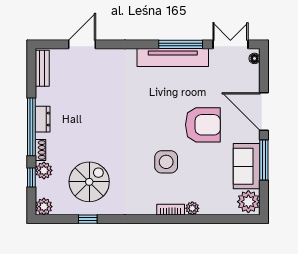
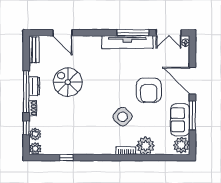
door: (82, 44) -> (62, 33), swing flipped
double door: (230, 44) -> (169, 33), swing flipped
armchair: (203, 125) -> (149, 90), turned 90
side table: (166, 162) -> (123, 117), turned 45
plant: (44, 170) -> (35, 134), moved
spiral stairs: (89, 182) -> (68, 82), moved, turned -90
plant: (192, 208) -> (145, 146), width x1.87, depth x1.87

